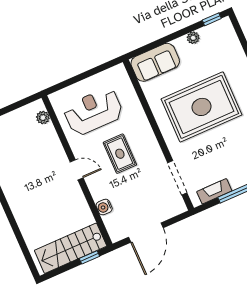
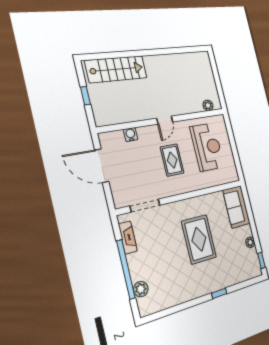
rug: (202, 107) -> (199, 239), width x0.73, depth x0.69
rug: (120, 154) -> (172, 160), turned 90
stairs: (71, 248) -> (116, 69), moved, turned 90
window: (89, 257) -> (85, 96), moved

